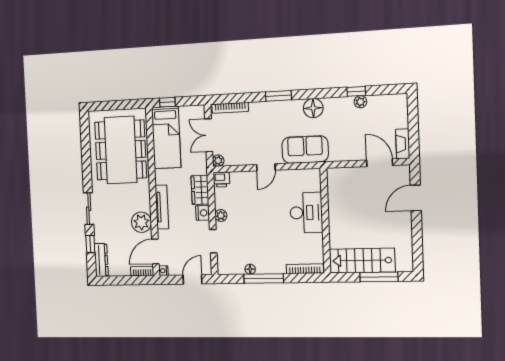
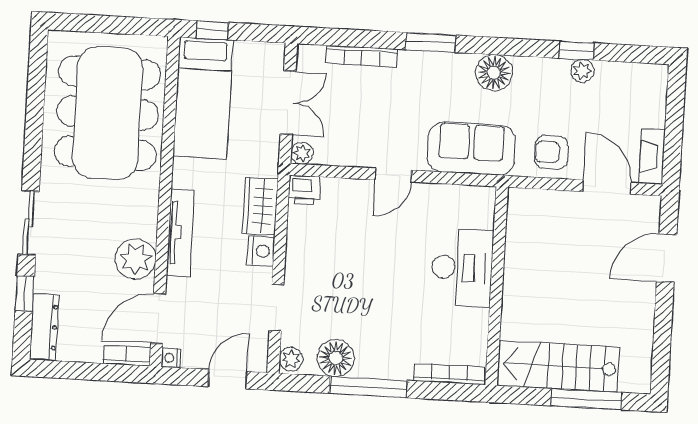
bookcase: (230, 108) -> (362, 56), moved
double door: (209, 135) -> (288, 103), swing flipped
armchair: (348, 147) -> (551, 152), added
plant: (221, 215) -> (291, 359), moved
floor lamp: (250, 269) -> (336, 358), width x1.89, depth x1.89

